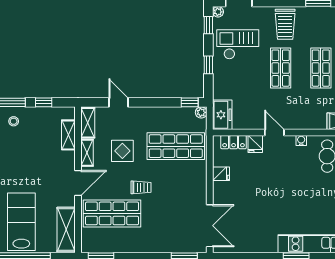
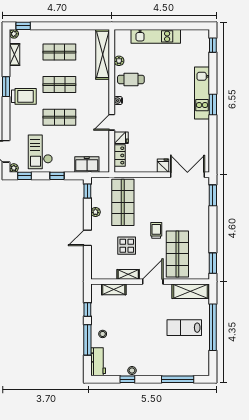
trolley: (285, 24) -> (24, 96), moved
door: (119, 102) -> (87, 238), moved
plant: (201, 112) -> (95, 212), moved
freezer: (222, 115) -> (87, 165), moved
shelving: (88, 123) -> (104, 274), removed
fridge: (221, 174) -> (163, 166), moved
door: (78, 183) -> (153, 282), hinge flipped
lab bench: (21, 222) -> (184, 328), width x0.73, depth x0.72

